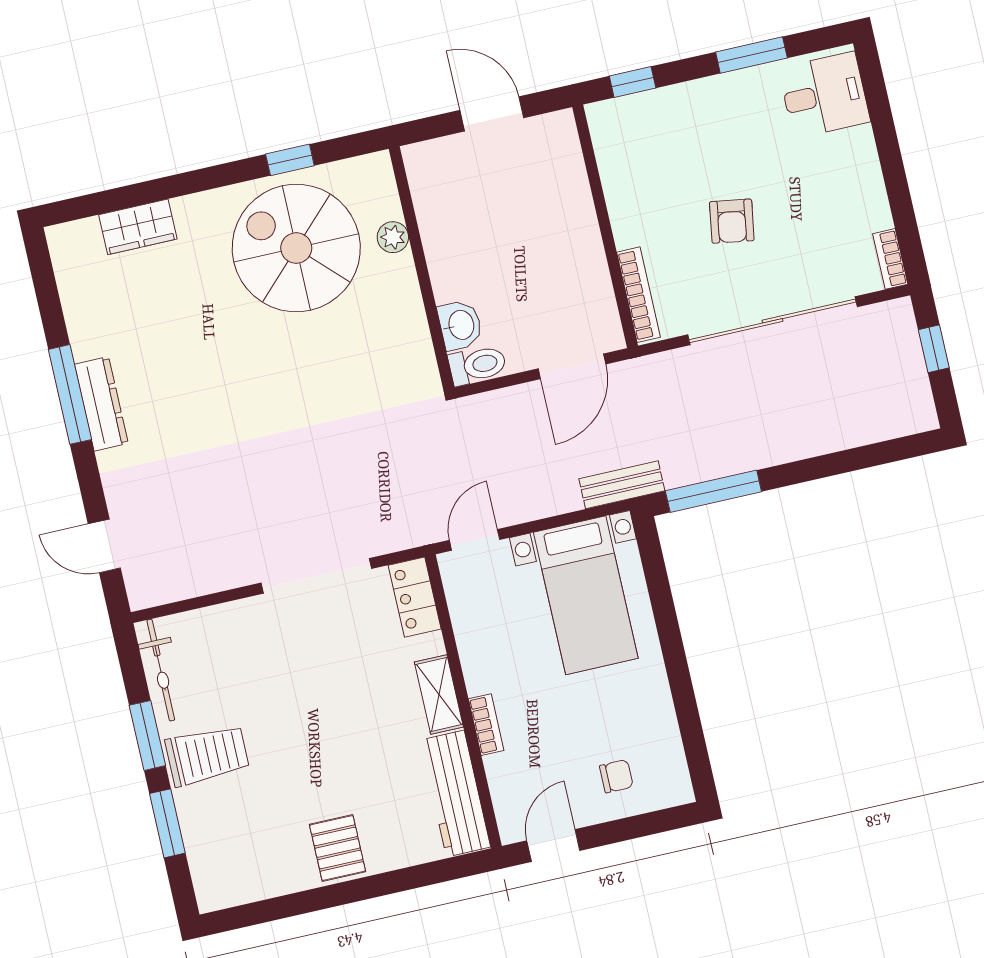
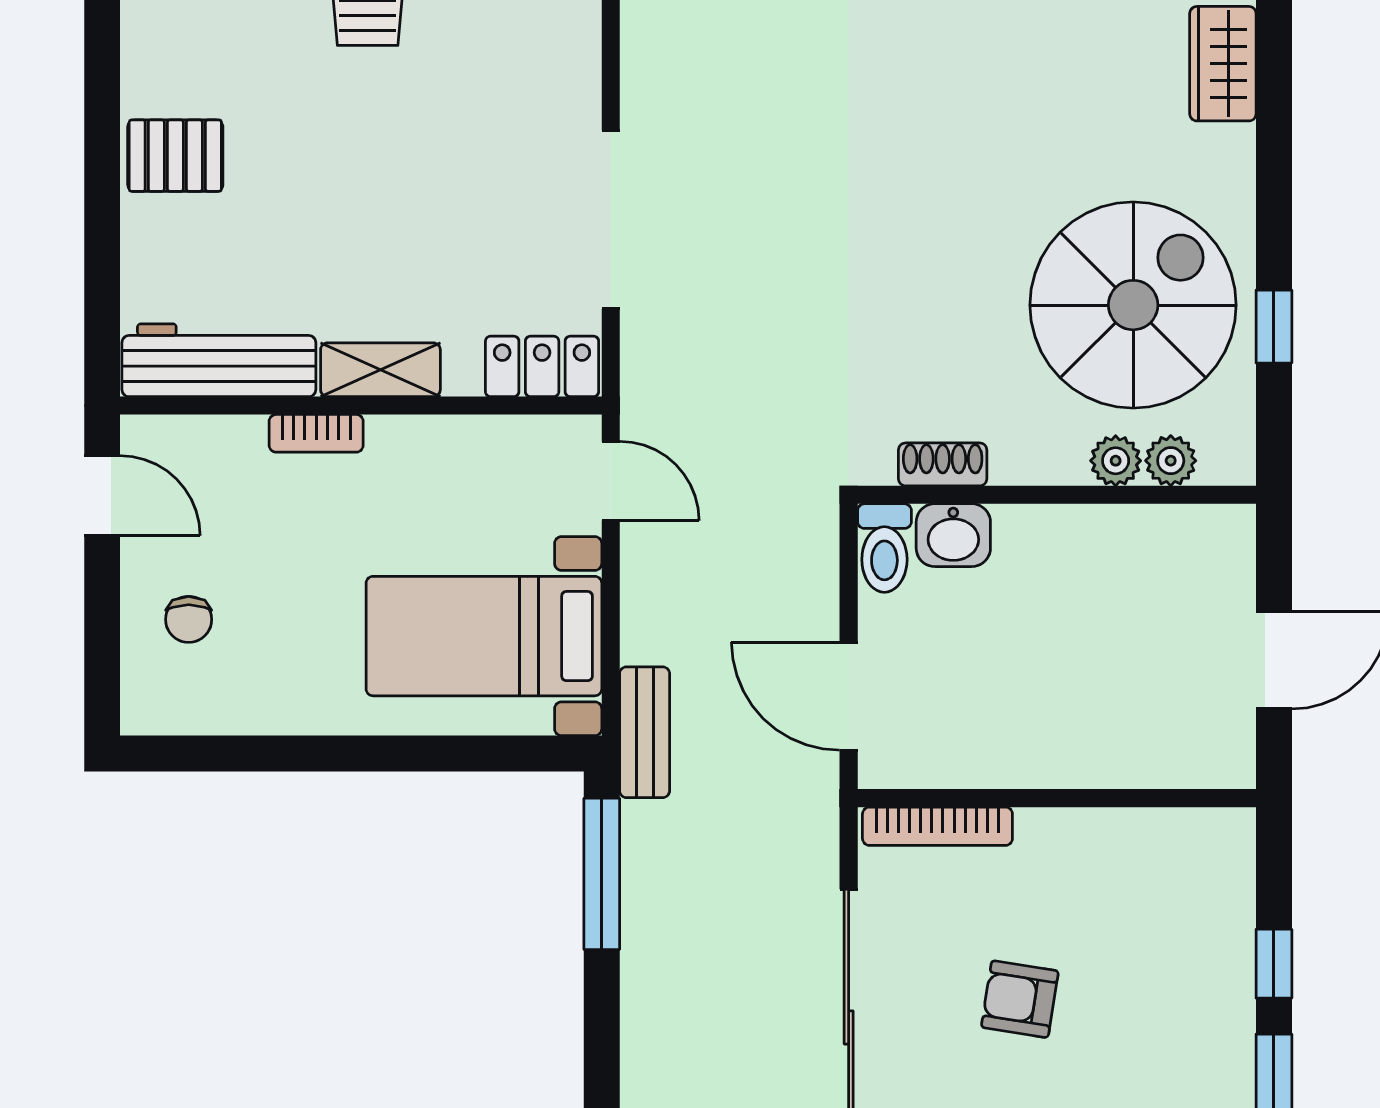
window: (633, 82) -> (1274, 964), moved
plant: (385, 204) -> (1171, 461), added
shoe rack: (419, 341) -> (943, 464), added

